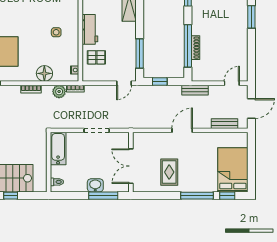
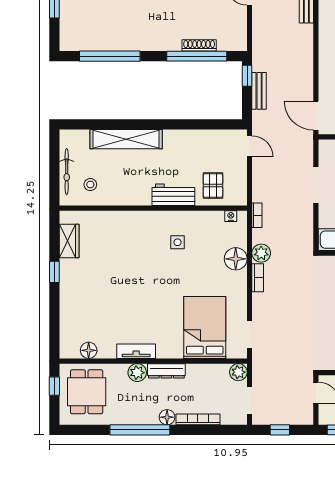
window: (140, 54) -> (208, 124), removed
window: (160, 81) -> (247, 76), moved
bench: (195, 90) -> (259, 91), moved
plant: (59, 92) -> (261, 253), moved
door: (182, 130) -> (316, 116), moved

